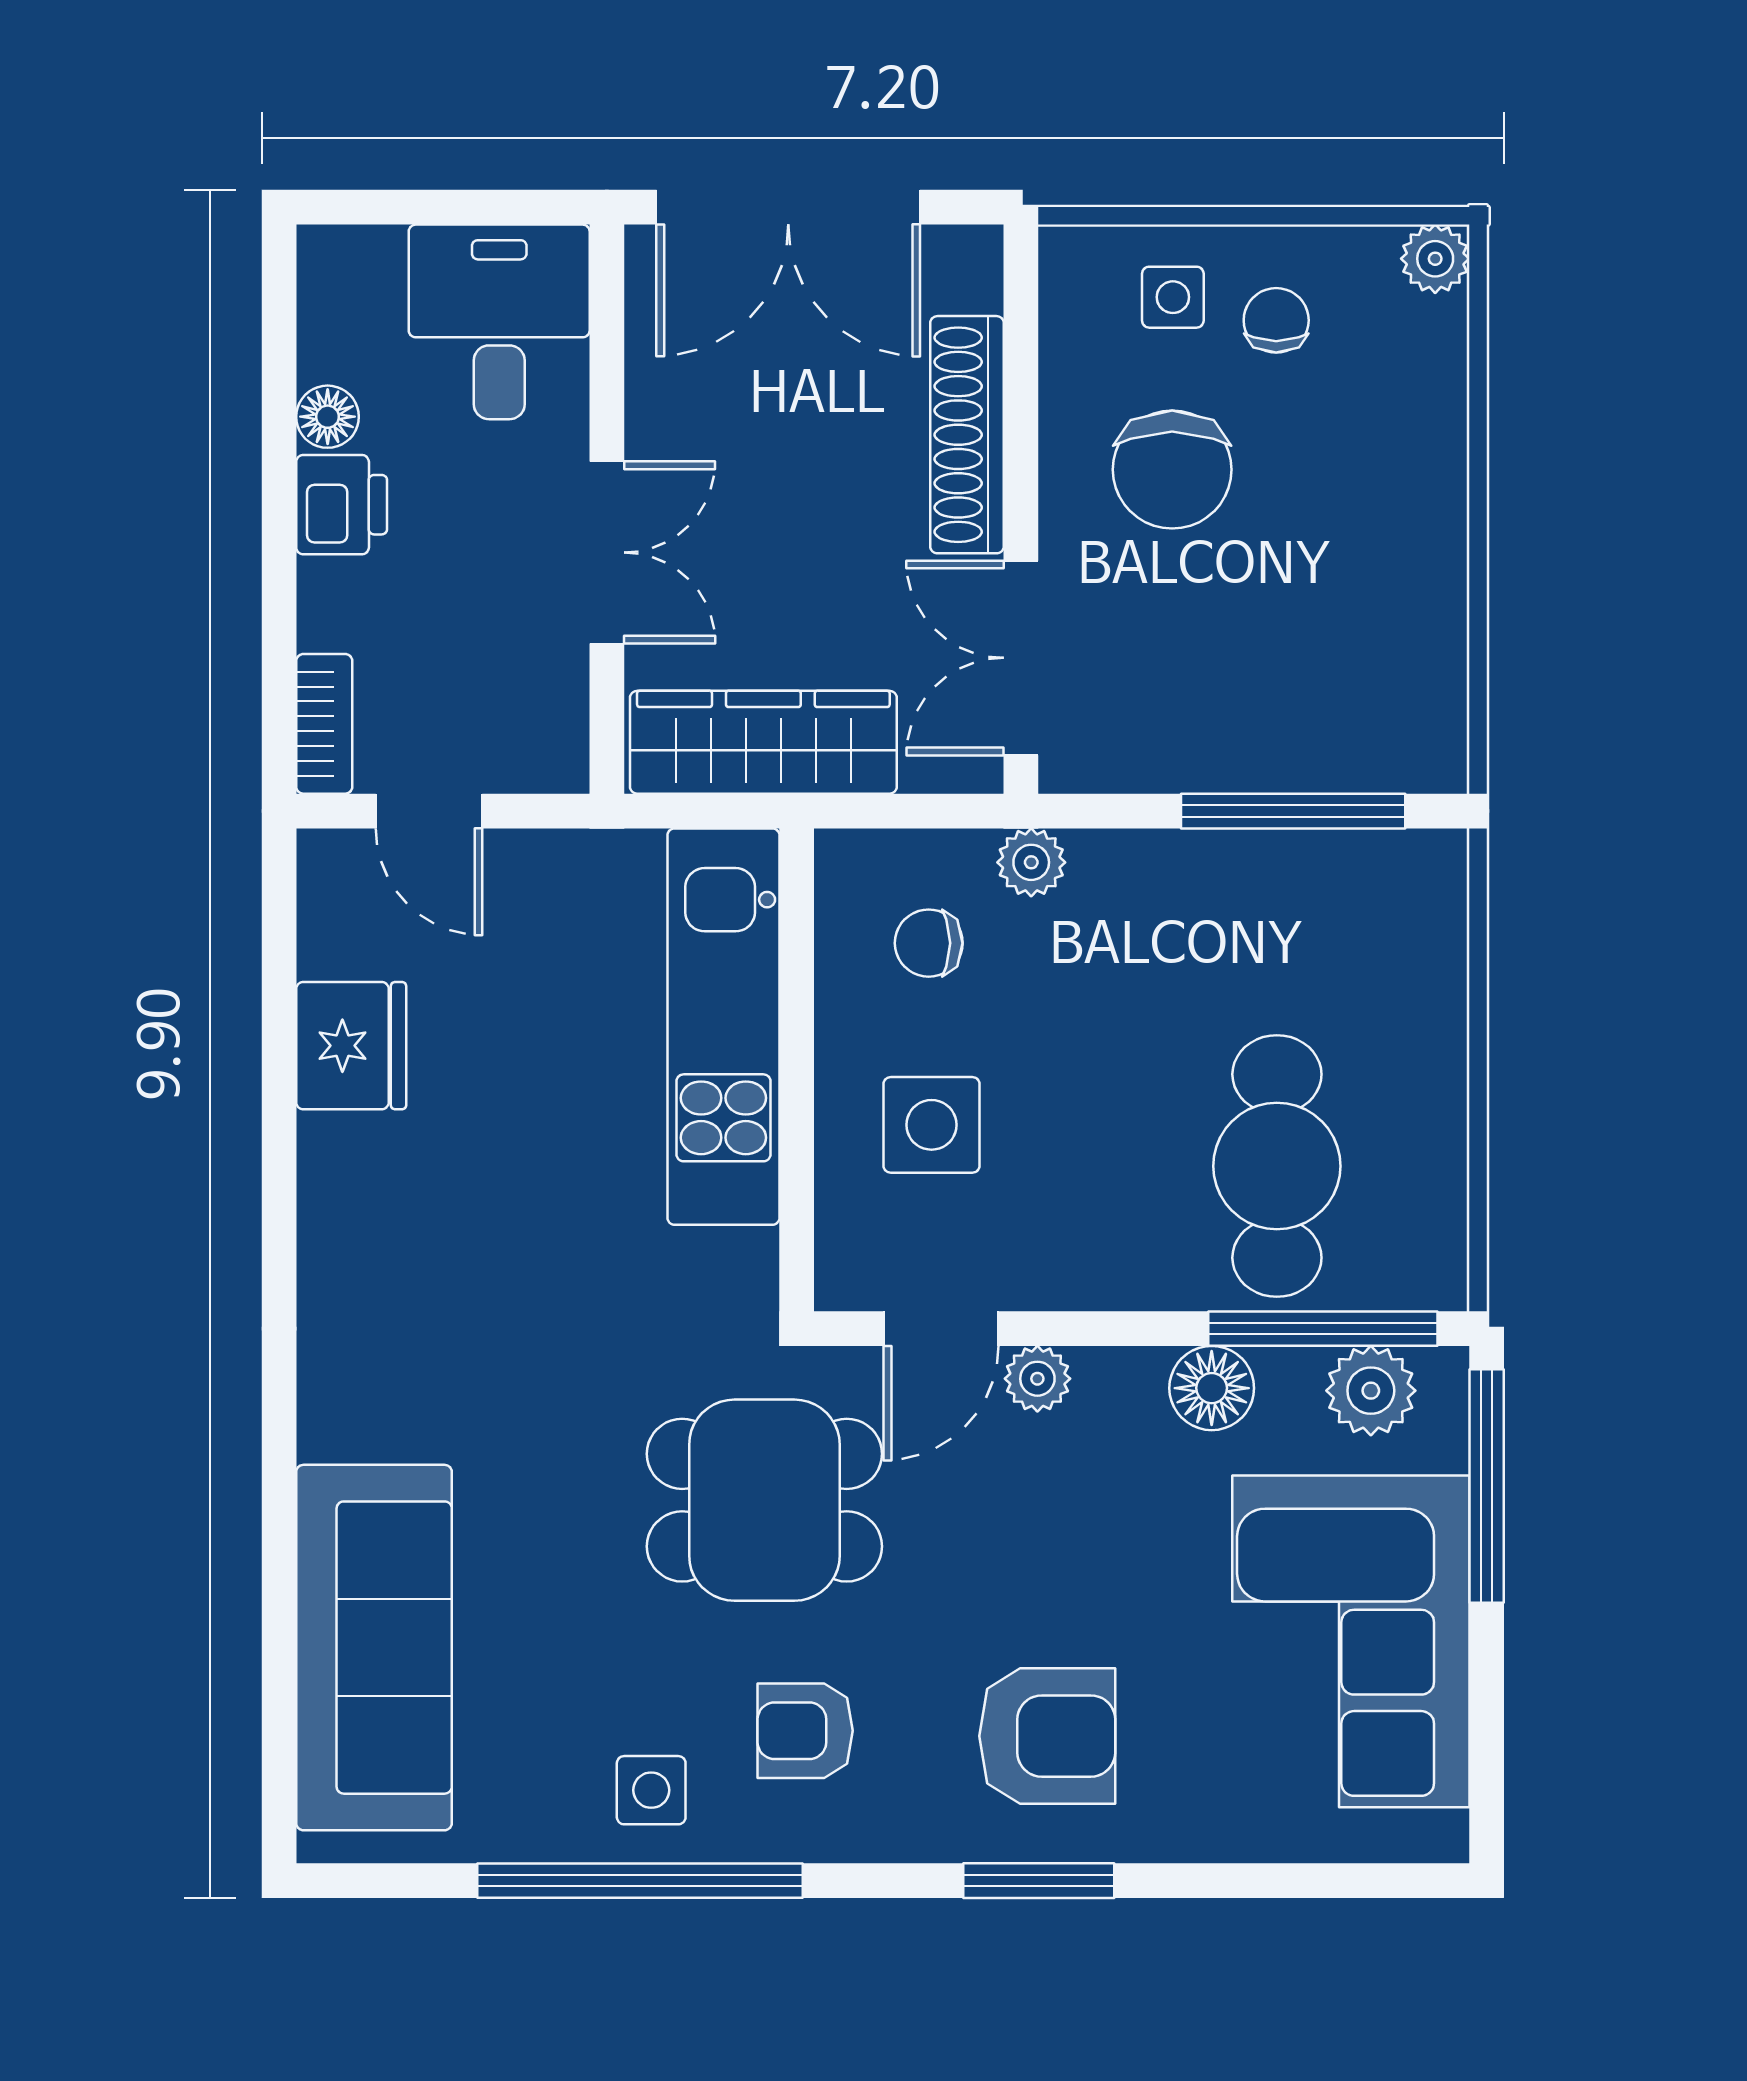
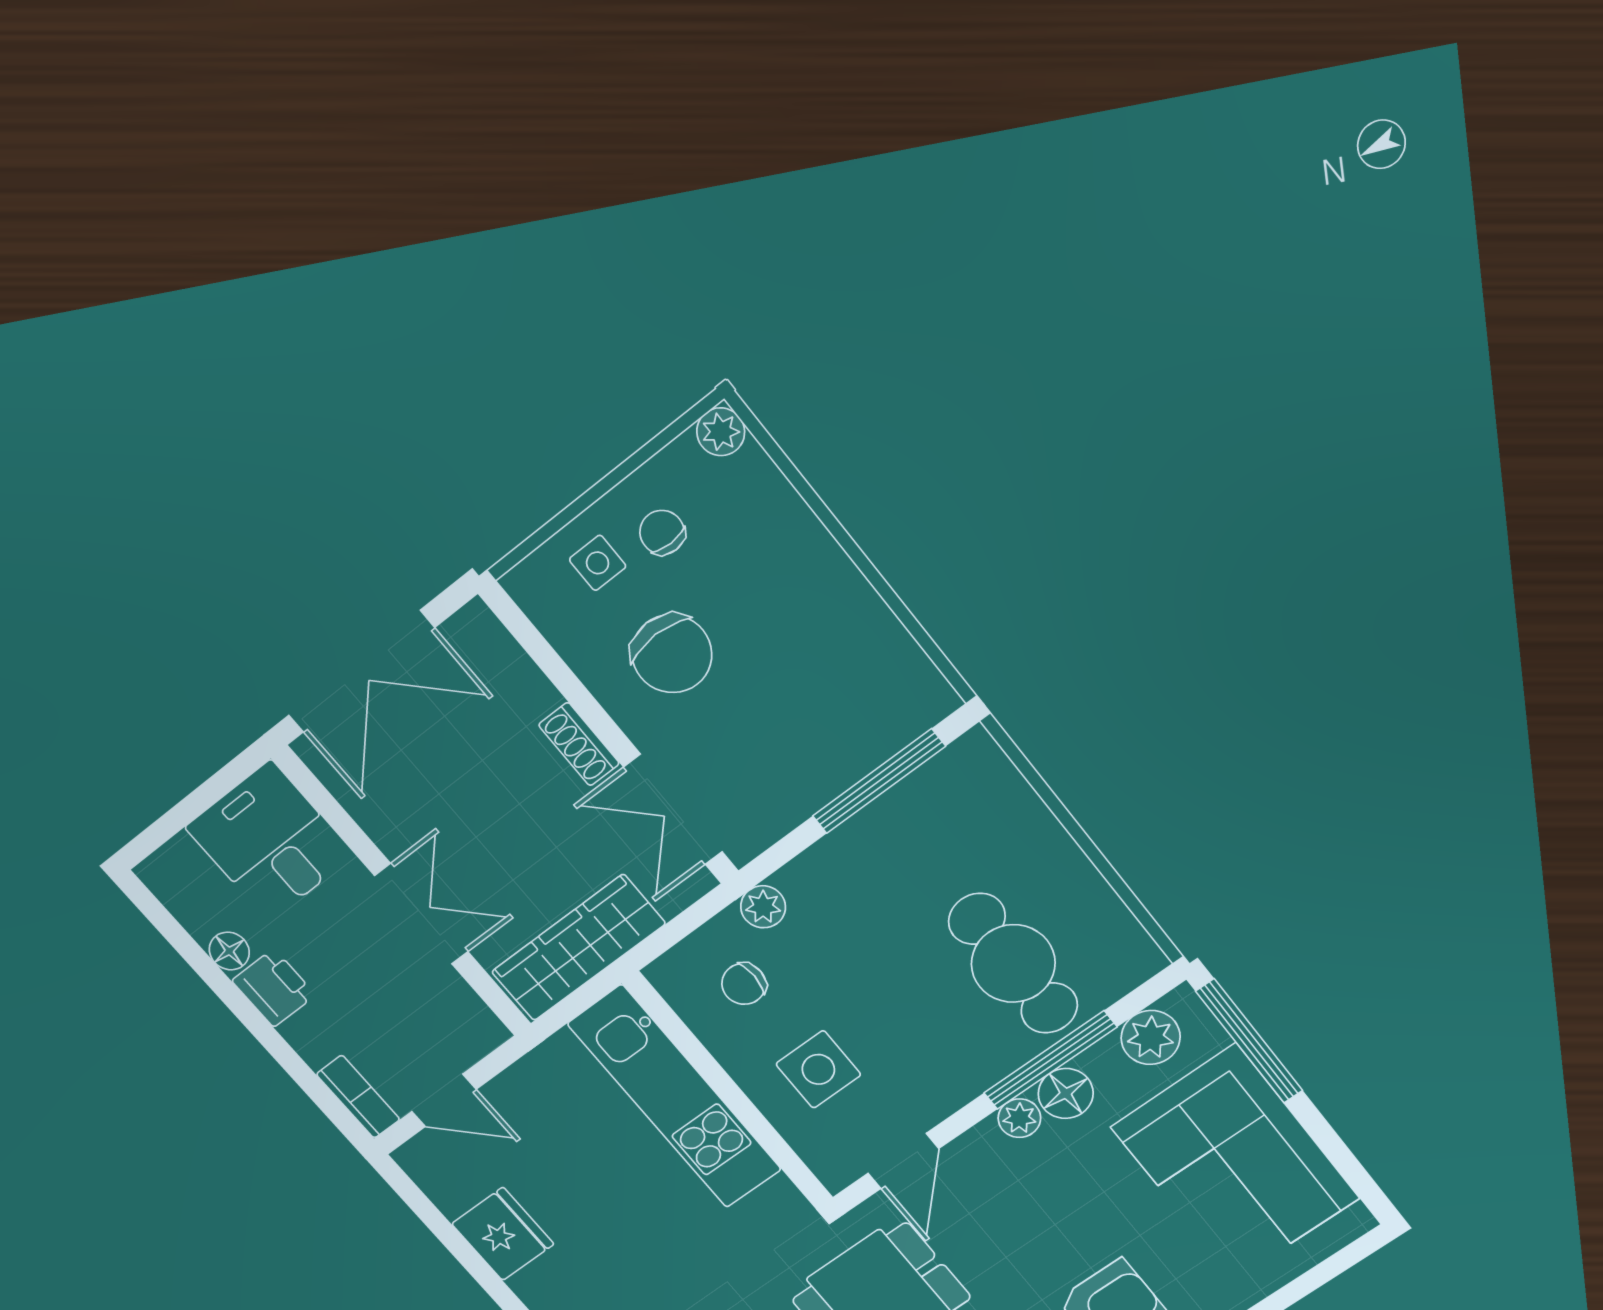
shoe rack: (967, 435) -> (579, 744), width x0.51, depth x0.81
window: (1323, 1329) -> (1050, 1060), moved
plant: (1037, 1379) -> (1019, 1118), moved

